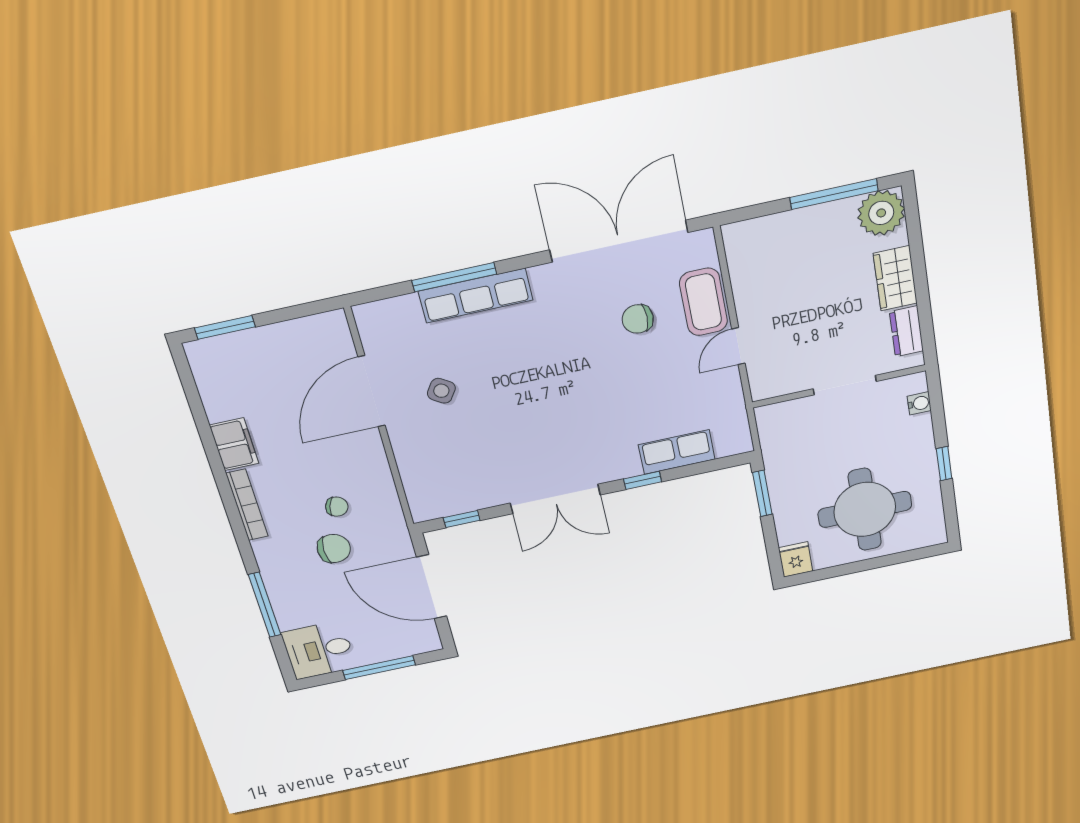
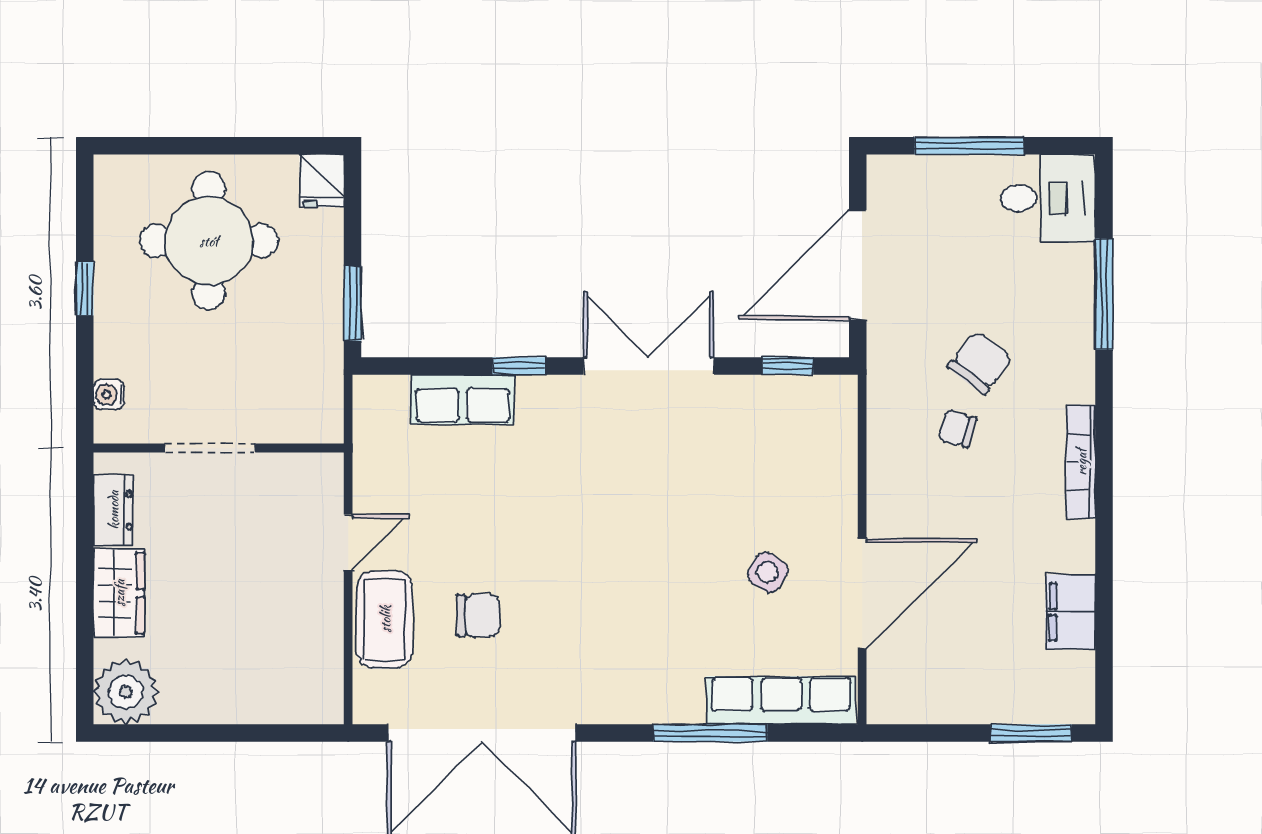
window: (834, 194) -> (185, 733), removed
row of seats: (476, 296) -> (781, 700), moved
filing cabinet: (234, 444) -> (1071, 612), moved
chair: (334, 548) -> (980, 362), turned 128
door: (432, 587) -> (858, 265), swing flipped

